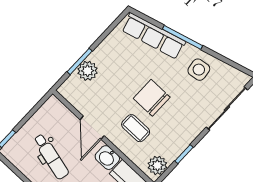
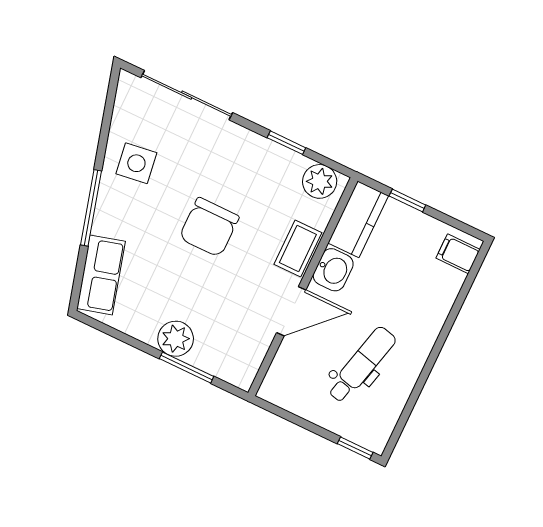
row of seats: (154, 36) -> (101, 275), width x0.68
plant: (88, 71) -> (176, 339), moved
coffee table: (136, 128) -> (298, 248), moved

